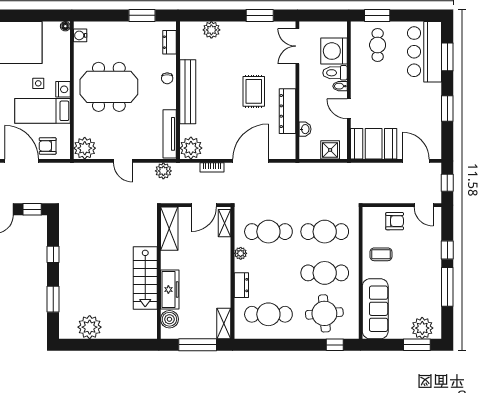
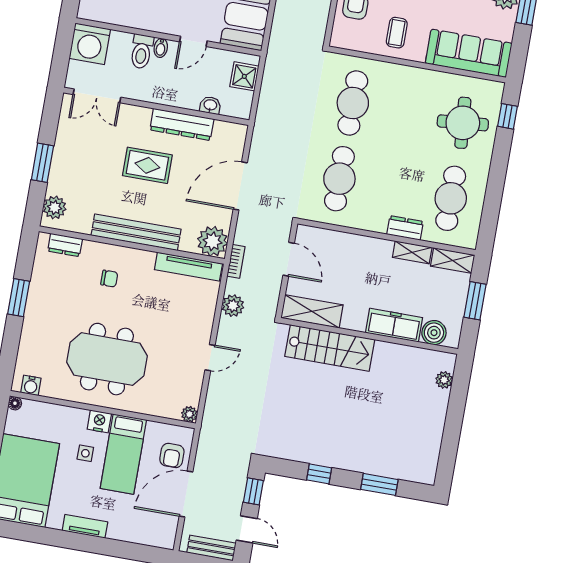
window: (260, 15) -> (42, 163), moved
dresser: (170, 42) -> (65, 245), moved
washing machine: (334, 51) -> (90, 44), moved
meeting table: (109, 87) -> (107, 359), turned 90
wall: (178, 90) -> (132, 245), moved
bench: (188, 92) -> (136, 232), moved
tv unit: (170, 134) -> (188, 267), moved
plant: (85, 148) -> (189, 414), width x0.53, depth x0.53
plant: (191, 148) -> (213, 241), moved
door: (251, 161) -> (240, 186), hinge flipped
bookcase: (212, 167) -> (236, 261), moved
shelving: (225, 223) -> (412, 252), moved
plant: (241, 253) -> (362, 221), removed
cafe table: (325, 273) -> (408, 113), removed
stairs: (145, 278) -> (330, 348), moved
plant: (90, 327) -> (444, 380), moved, width x0.53, depth x0.53
window: (198, 345) -> (475, 301), width x0.69

